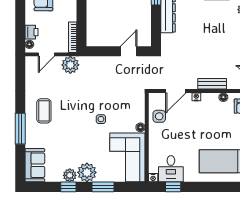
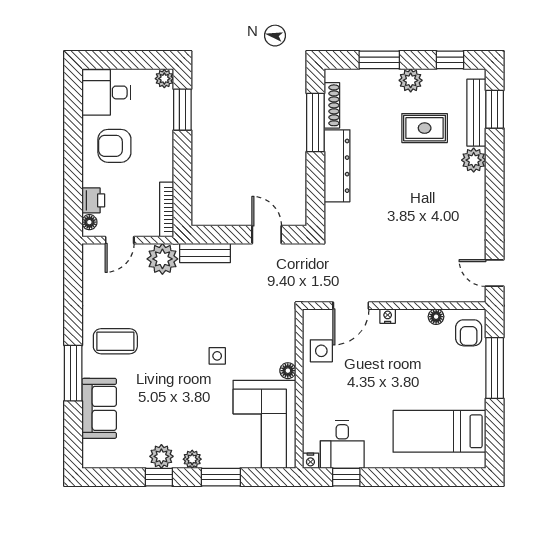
door: (129, 51) -> (267, 235), hinge flipped
bench: (212, 84) -> (205, 253), moved
coffee table: (44, 111) -> (115, 341), turned 90
sofa: (35, 165) -> (99, 408), moved
plant: (87, 172) -> (192, 459), width x0.53, depth x0.53

